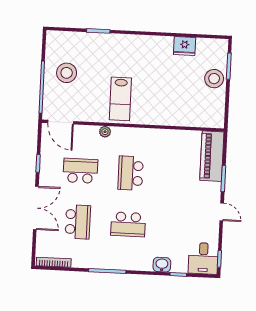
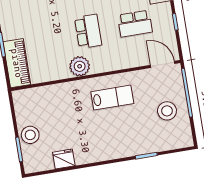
lab bench: (120, 99) -> (112, 98), turned 90
plant: (105, 132) -> (80, 66), moved, width x1.88, depth x1.88

